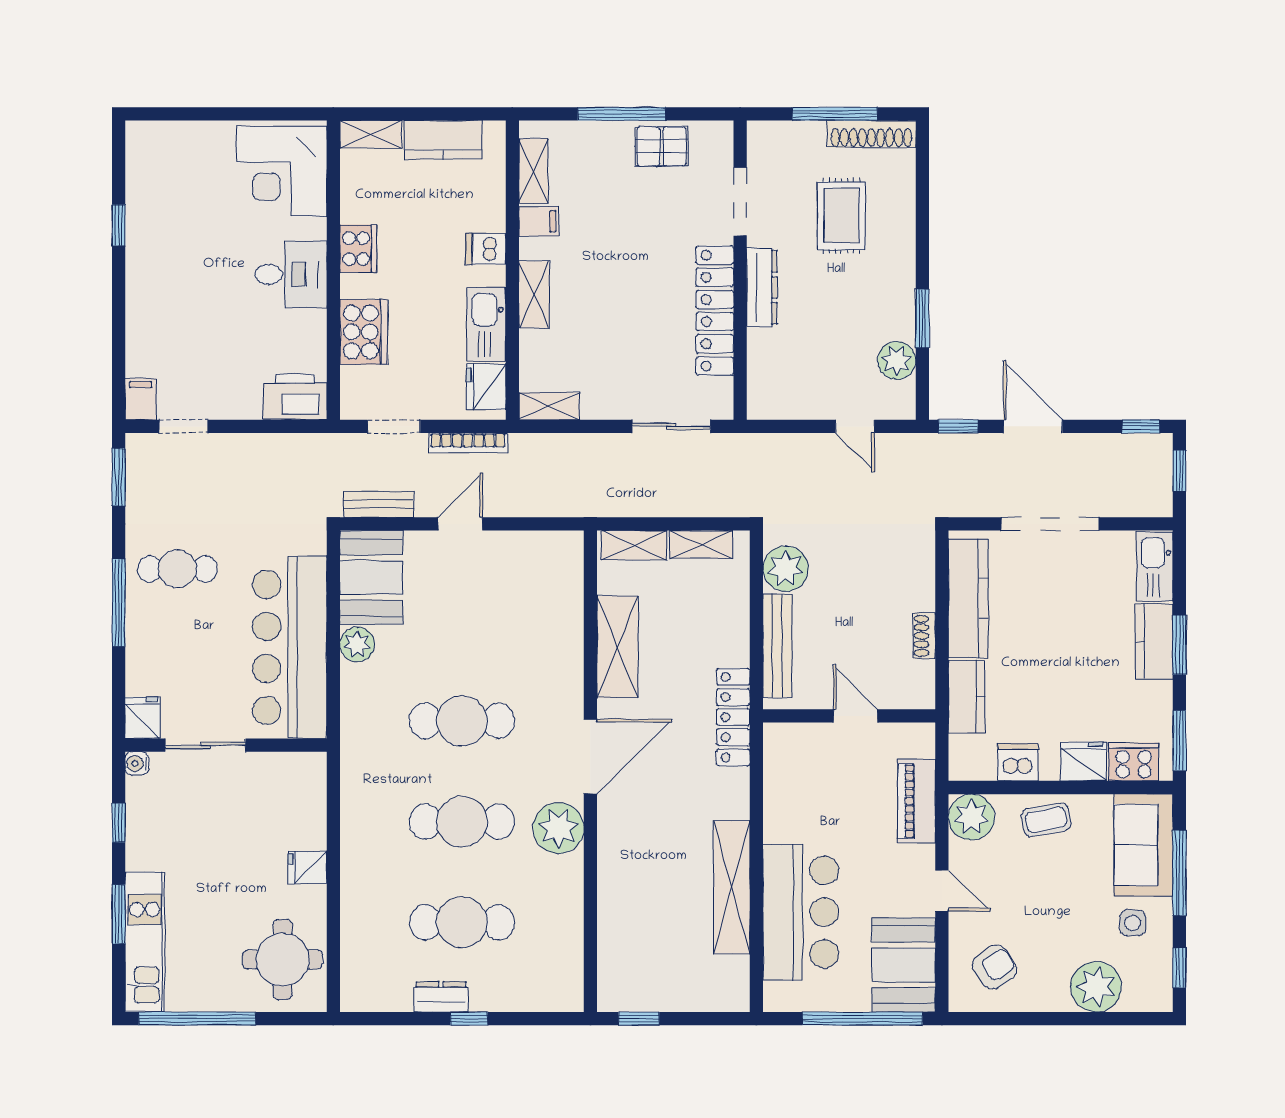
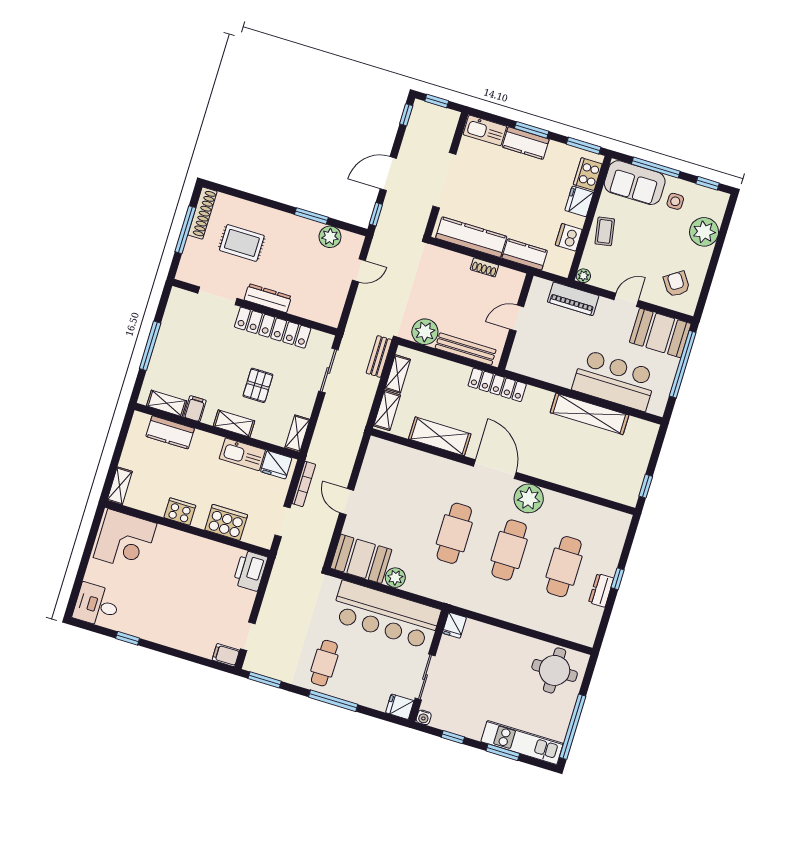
kitchen counter: (443, 140) -> (170, 432), moved, turned 90
pallet: (661, 146) -> (258, 385), moved
dishwasher: (486, 249) -> (201, 442), removed
desk: (291, 274) -> (97, 605), moved, turned -90
bench: (379, 504) -> (379, 356), moved
plant: (971, 817) -> (583, 276), width x0.53, depth x0.53
fridge: (307, 867) -> (454, 625), moved

